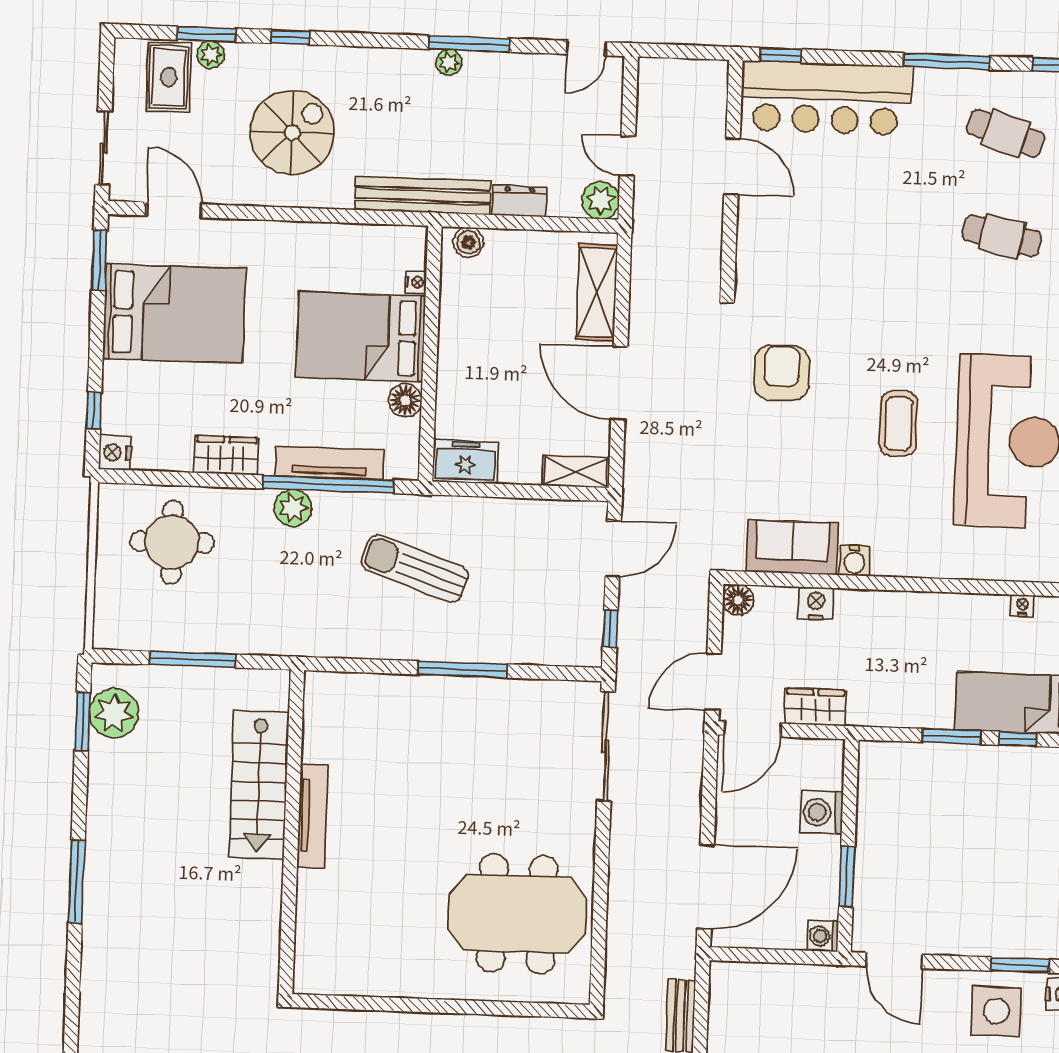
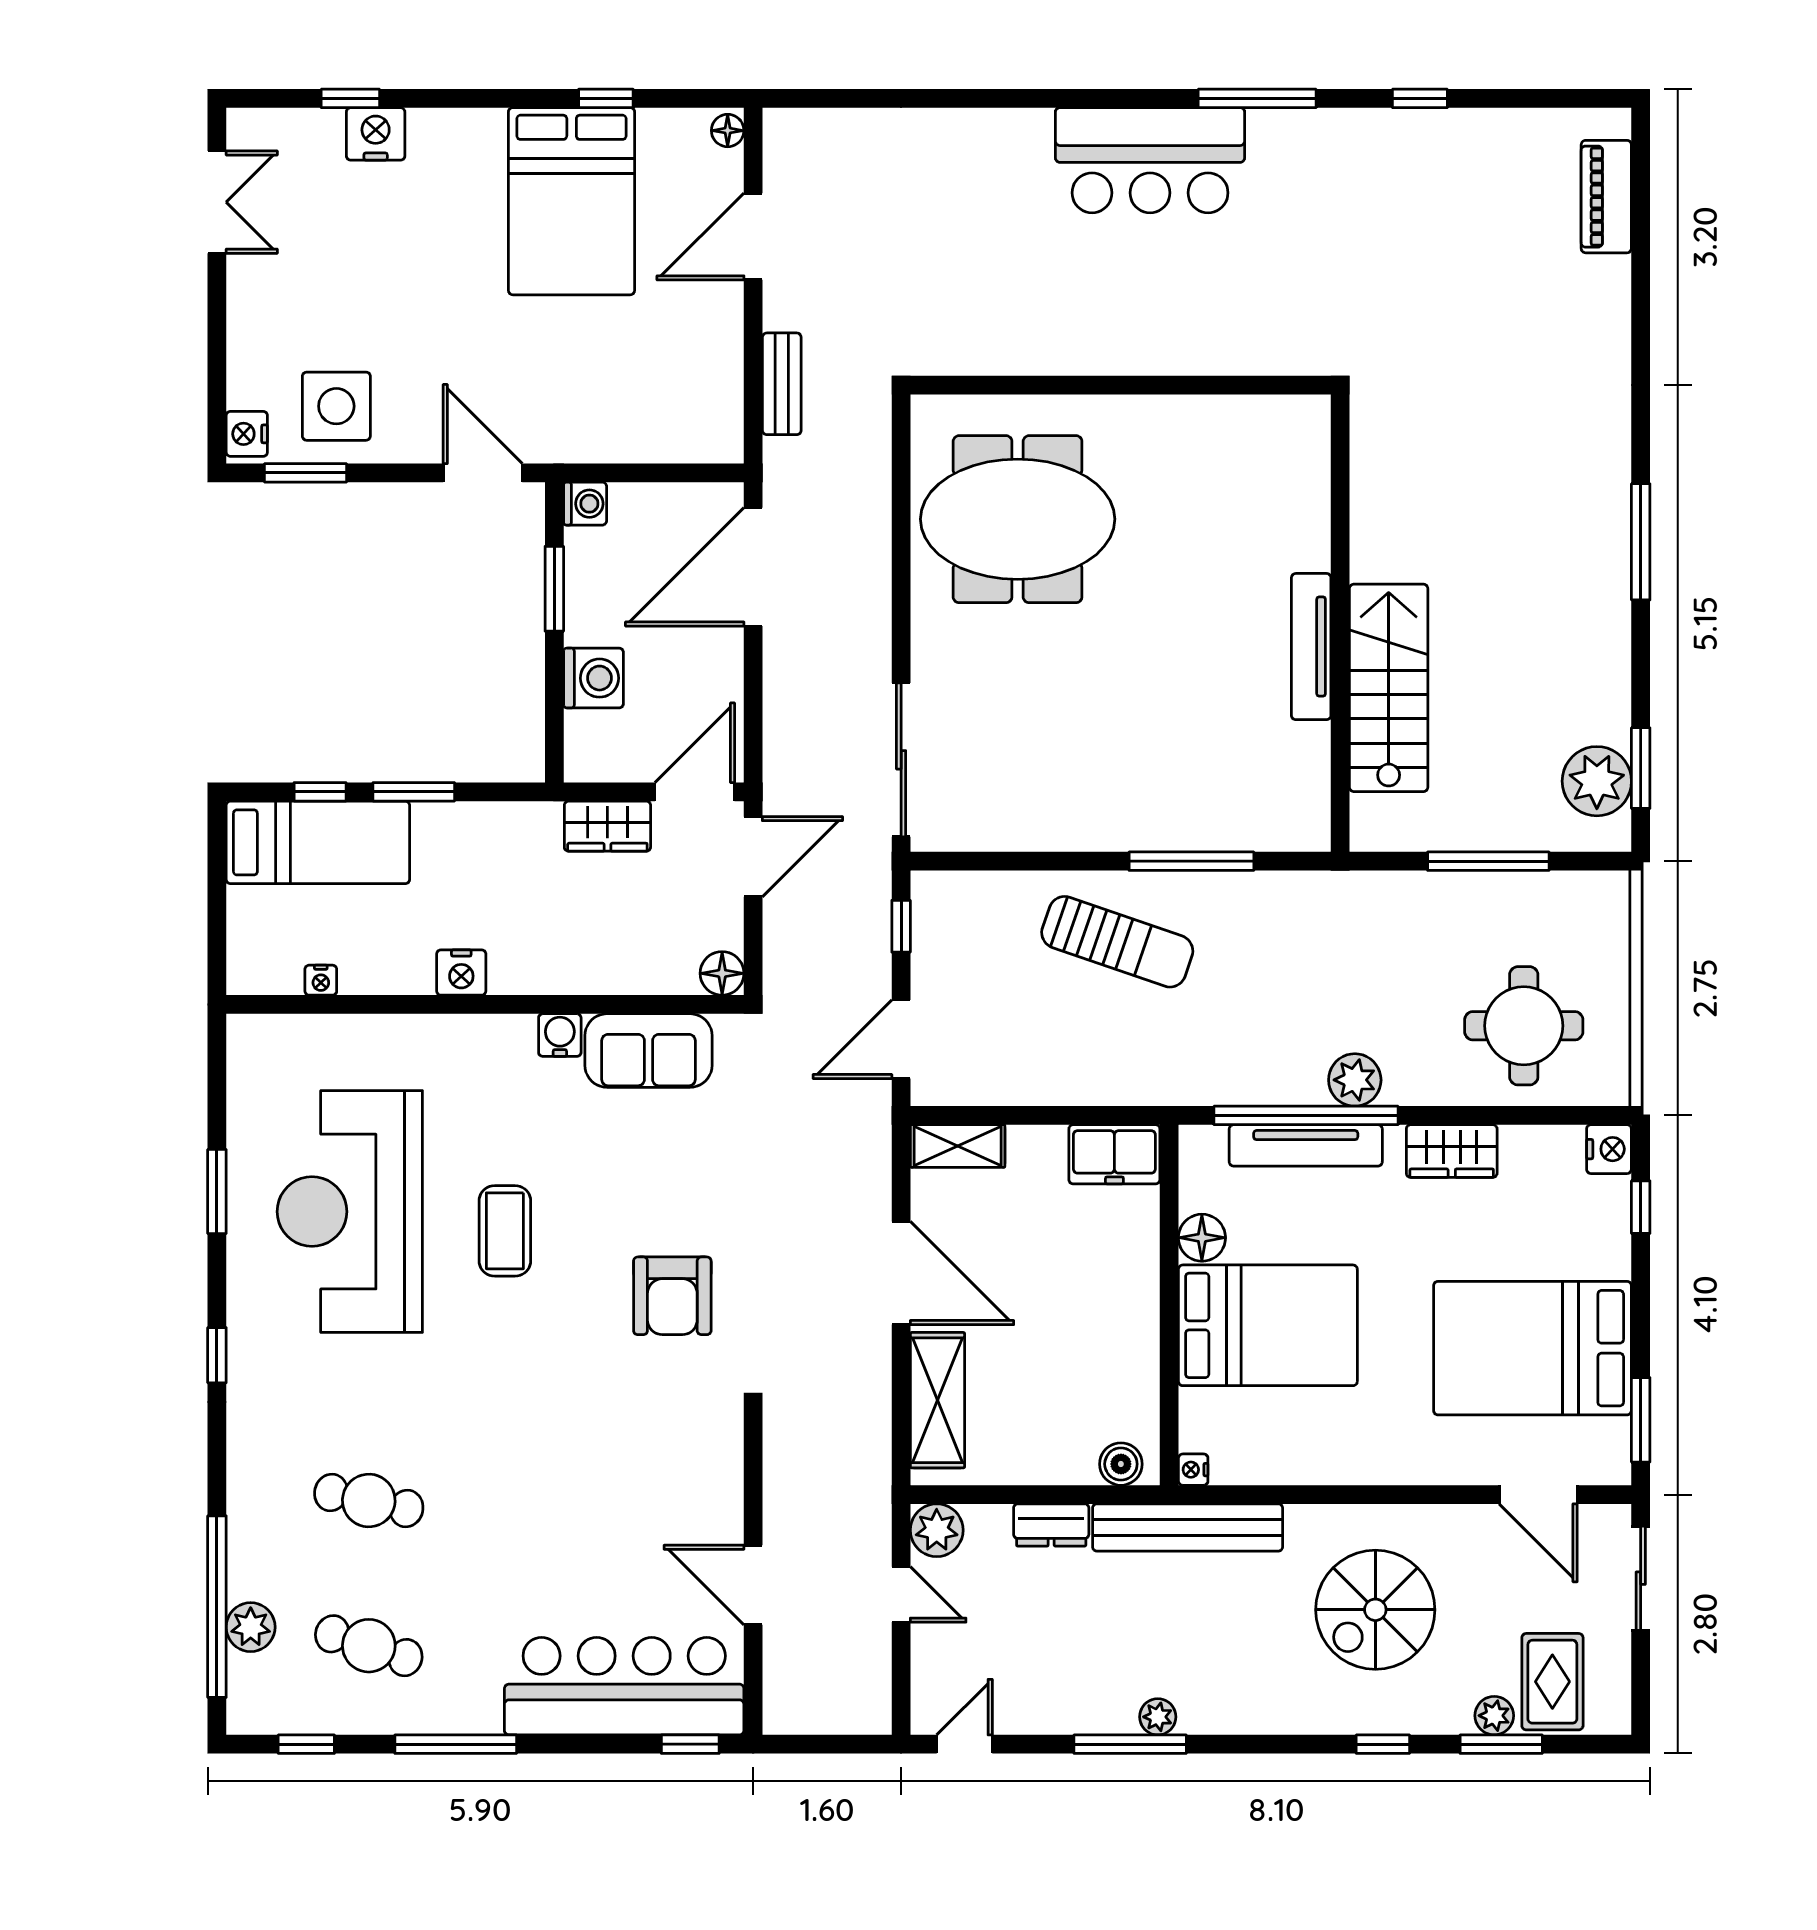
nightstand: (416, 282) -> (1193, 1470), moved
sun lounger: (415, 568) -> (1117, 942), moved
nightstand: (816, 603) -> (461, 973), moved
window: (463, 669) -> (1191, 861), moved

